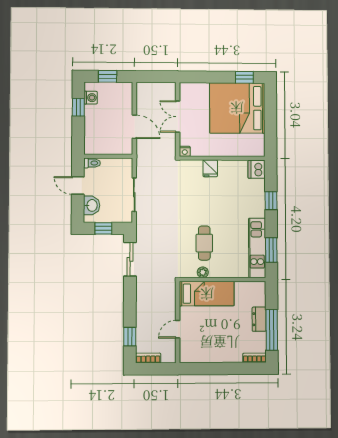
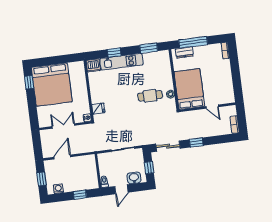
window: (78, 107) -> (80, 195), moved
double door: (178, 117) -> (63, 126), swing flipped
door: (134, 127) -> (62, 157), moved
fridge: (210, 168) -> (98, 109), moved
kitchen unit: (257, 248) -> (121, 62), moved
bed: (207, 294) -> (189, 89), width x1.50
dresser: (259, 319) -> (184, 52), moved
window: (272, 330) -> (193, 42), moved
window: (130, 337) -> (196, 142), moved

